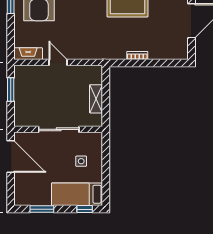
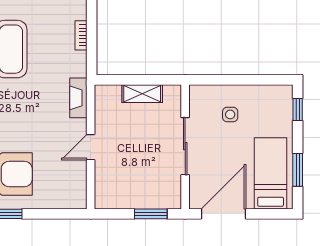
fireplace: (28, 54) -> (78, 98), moved
window: (11, 89) -> (151, 214), moved
bed: (77, 194) -> (271, 173), moved, turned 180

